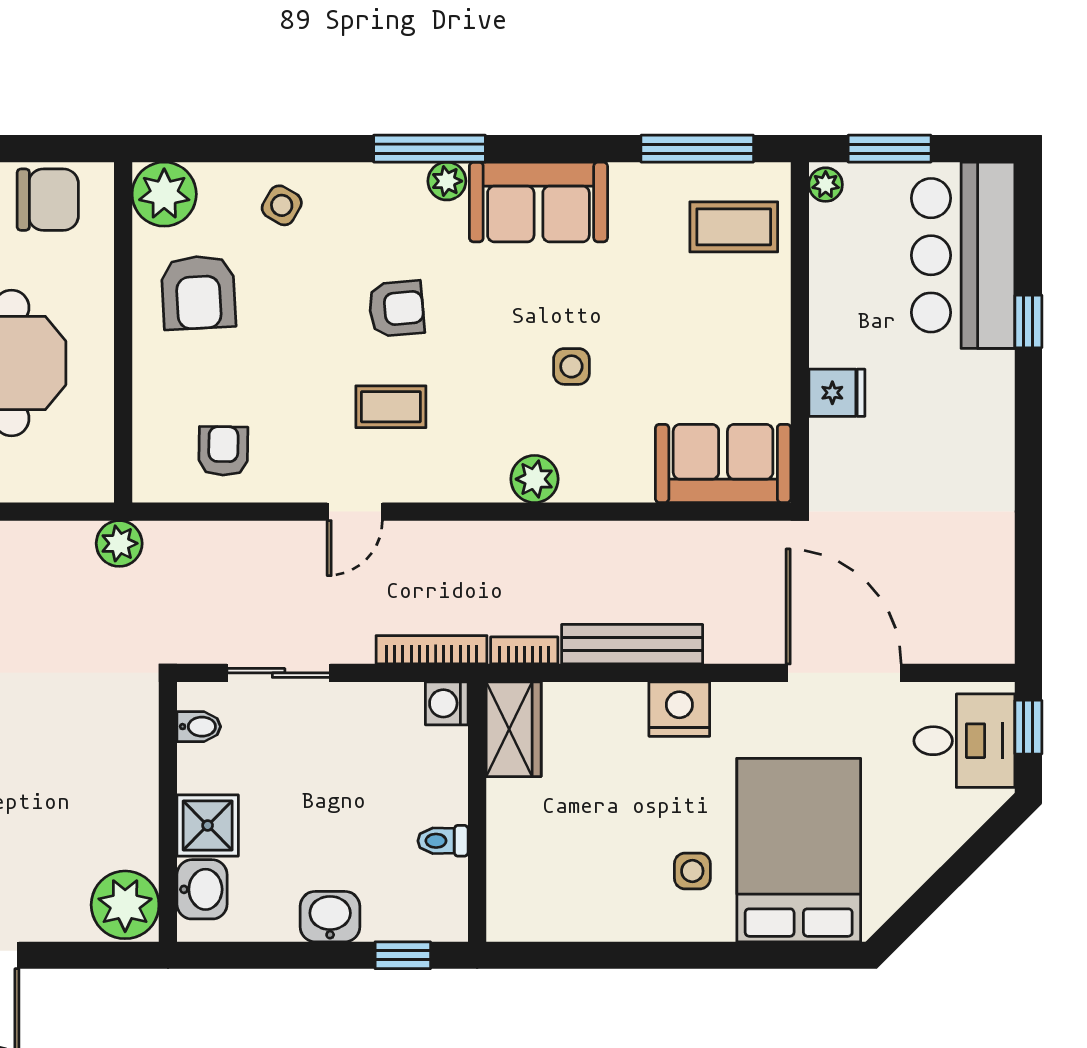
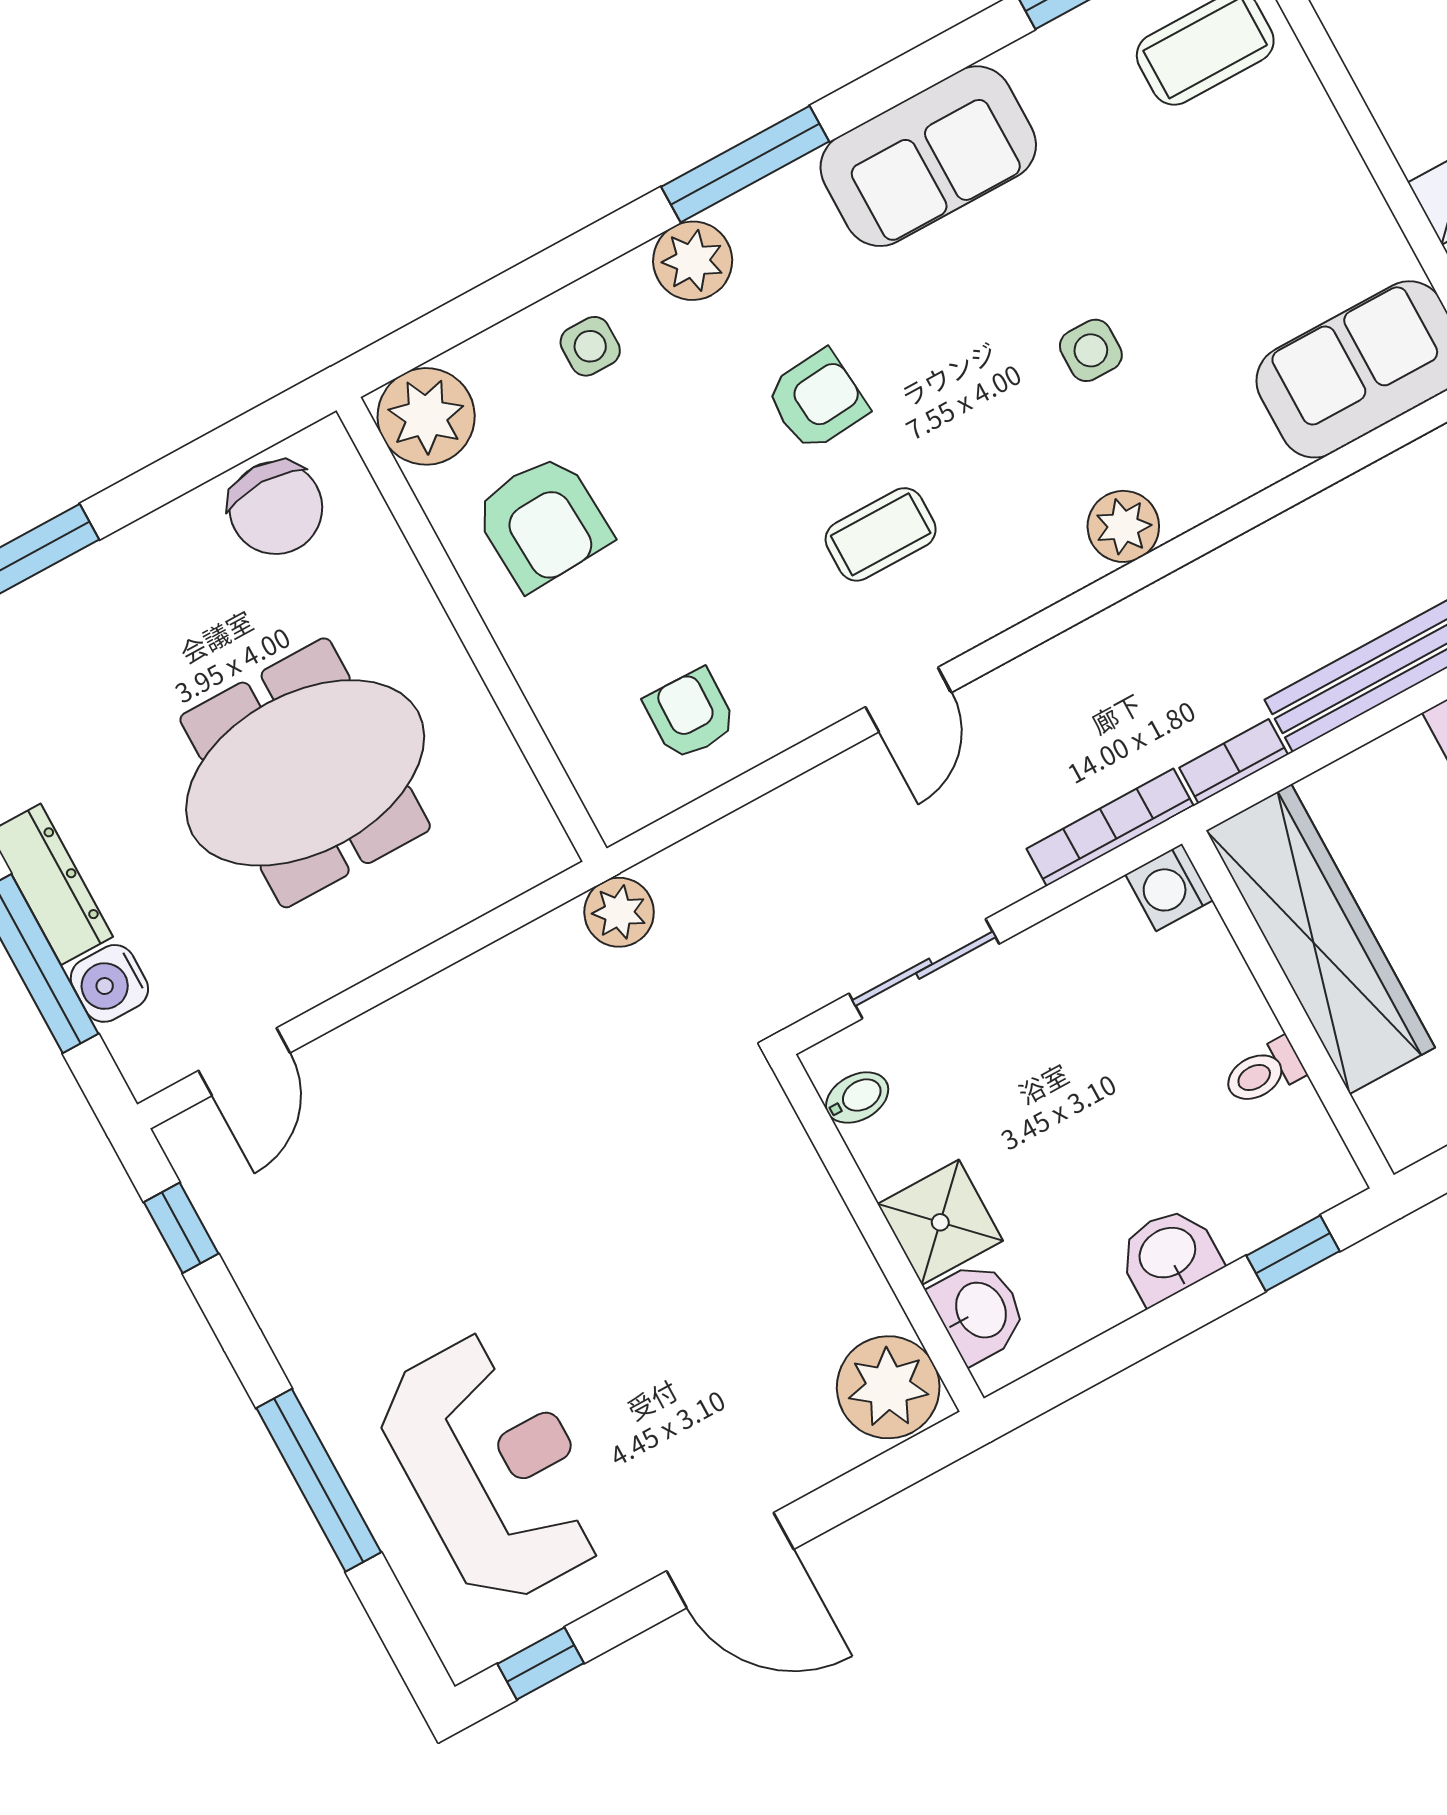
plant: (447, 181) -> (693, 261), moved, width x1.38, depth x1.38
chair: (48, 200) -> (276, 508), turned 90
side table: (282, 205) -> (590, 346), turned -30
wardrobe: (514, 729) -> (1320, 939), width x2.10, depth x1.17

